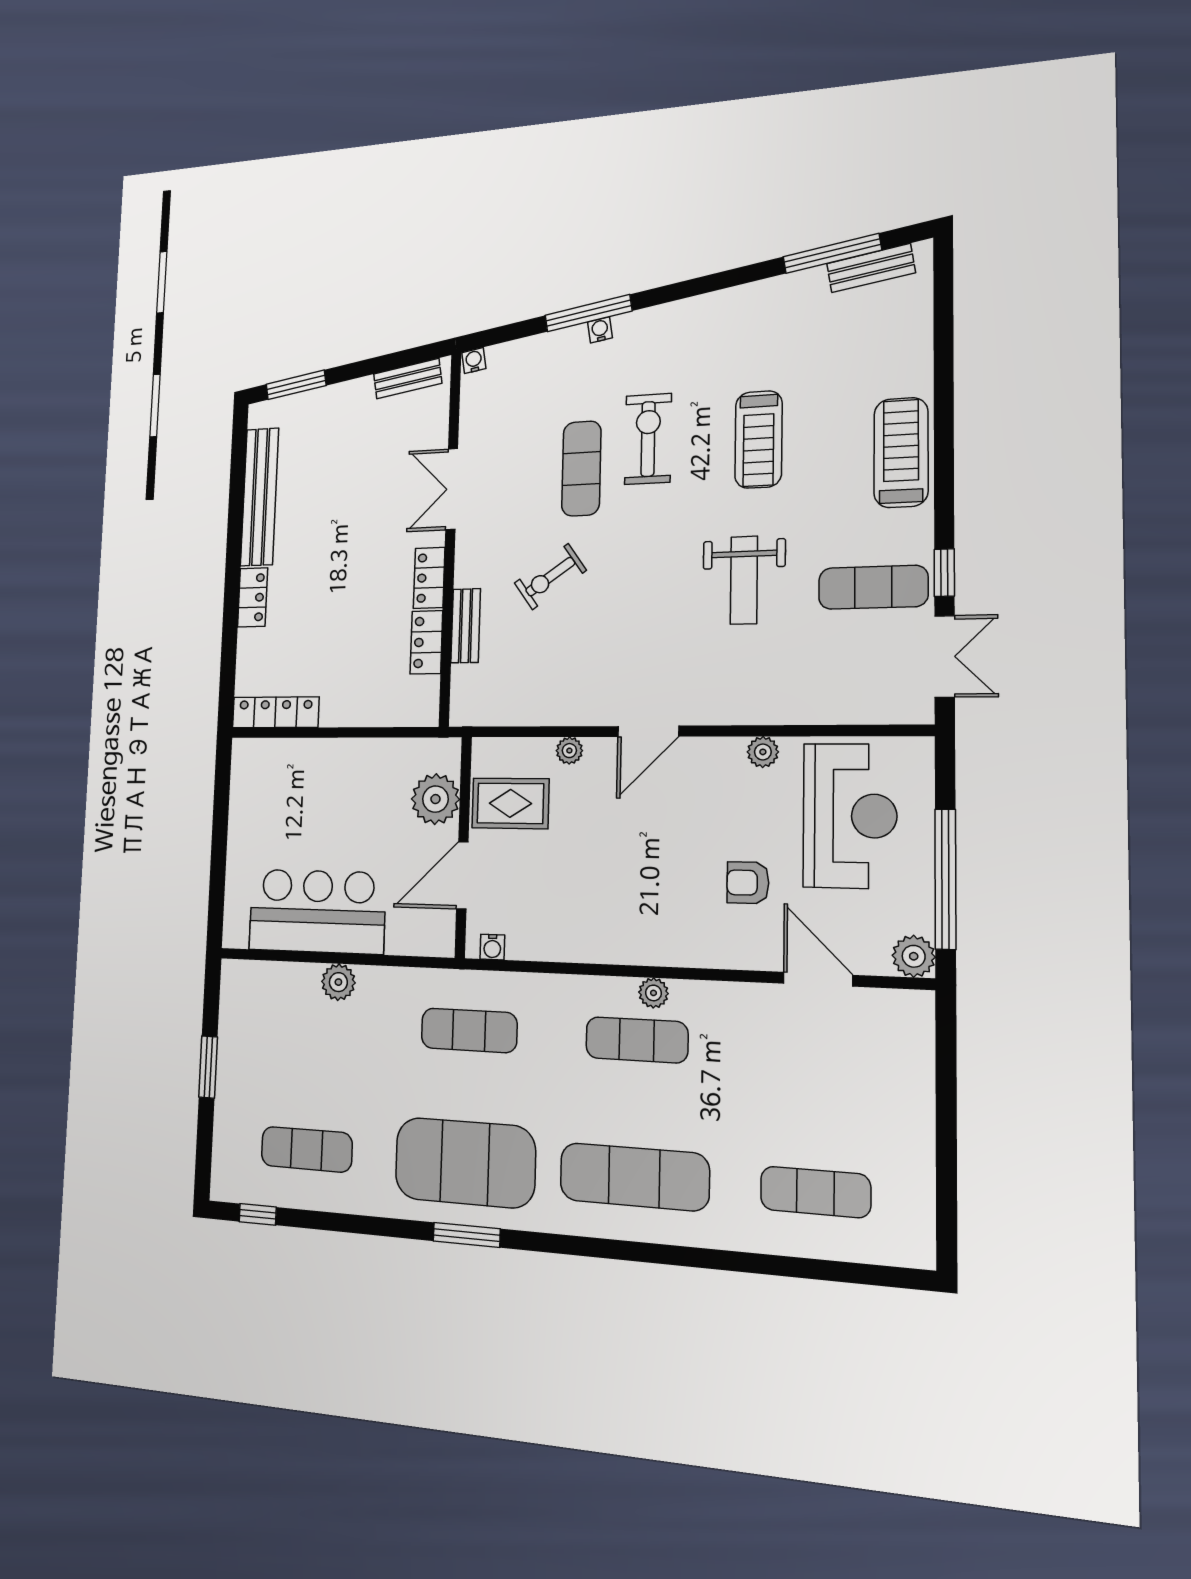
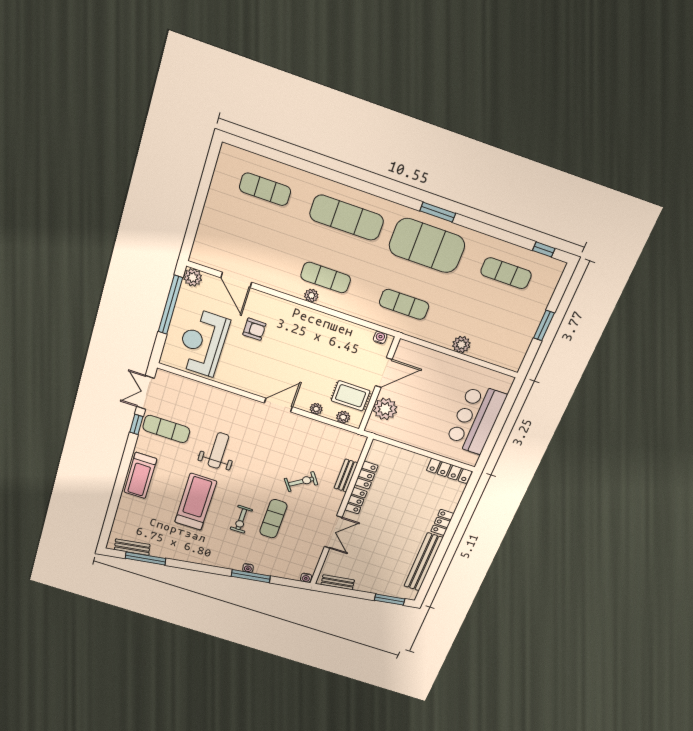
exercise bike: (648, 439) -> (241, 519), width x0.73, depth x0.72
treadmill: (759, 439) -> (196, 502), width x1.37, depth x1.38
plant: (763, 752) -> (343, 417), moved
bar counter: (317, 911) -> (476, 419), moved, turned 90

